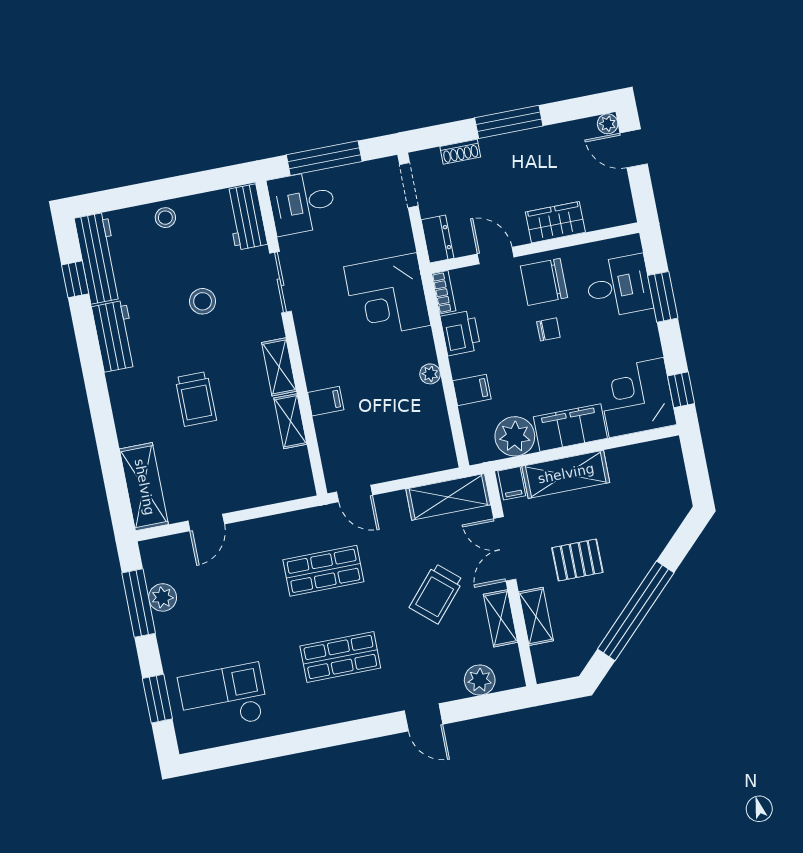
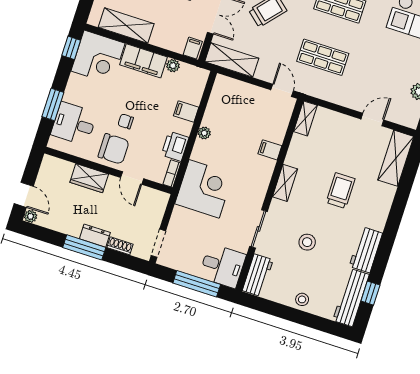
dresser: (437, 239) -> (95, 236), moved, turned 90
shelving: (290, 421) -> (305, 118), moved
plant: (515, 436) -> (173, 66), width x0.53, depth x0.53
shelving: (566, 474) -> (126, 25), moved

